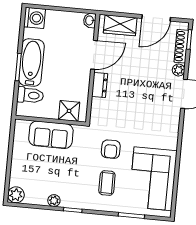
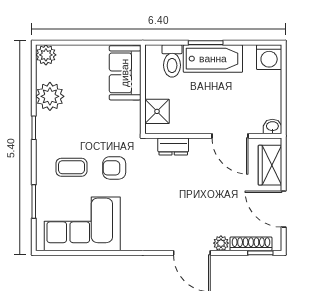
dresser: (100, 85) -> (173, 146), moved
sofa: (51, 135) -> (125, 73), moved
plant: (54, 201) -> (50, 96), width x1.88, depth x1.88

